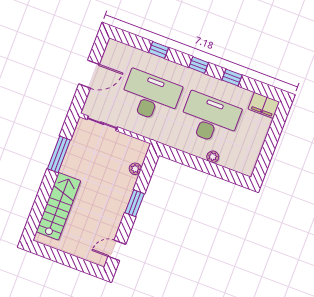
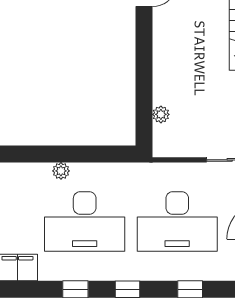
window: (135, 203) -> (144, 67), removed

